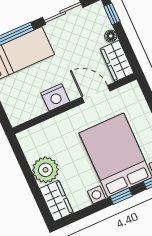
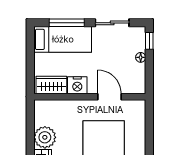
wardrobe: (117, 61) -> (51, 85), moved, turned 90

